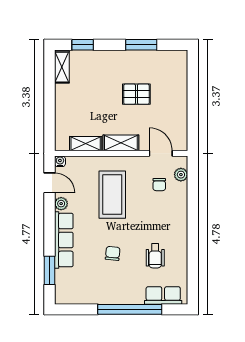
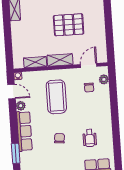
pallet: (136, 94) -> (69, 25), width x1.50, depth x1.42
door: (161, 153) -> (89, 65), hinge flipped

